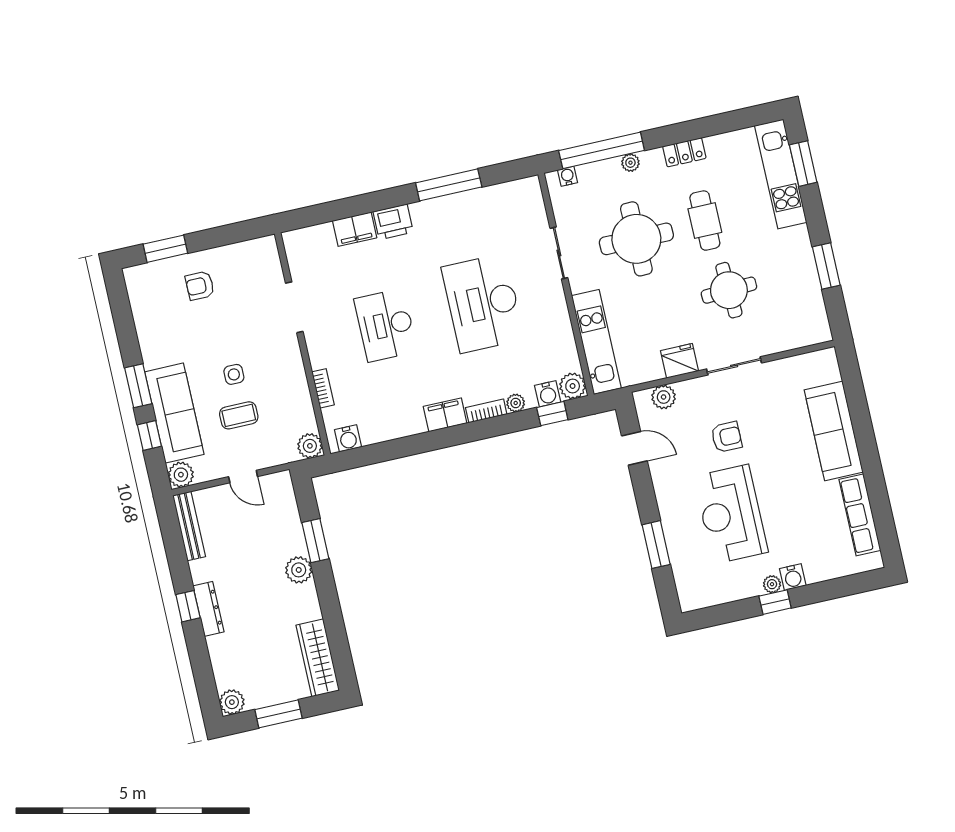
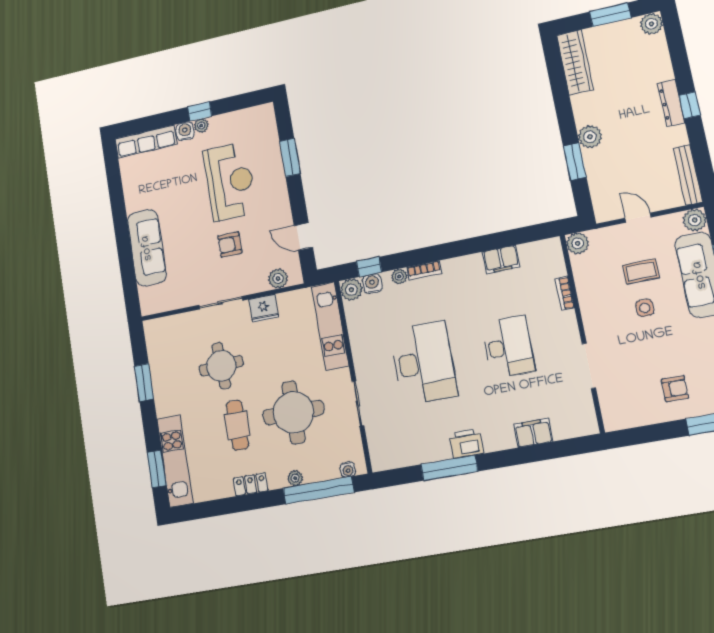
printer: (393, 222) -> (466, 443), moved
filing cabinet: (445, 415) -> (501, 259), moved
water cooler: (348, 438) -> (544, 249), removed
row of seats: (860, 515) -> (146, 142), moved, turned 90

